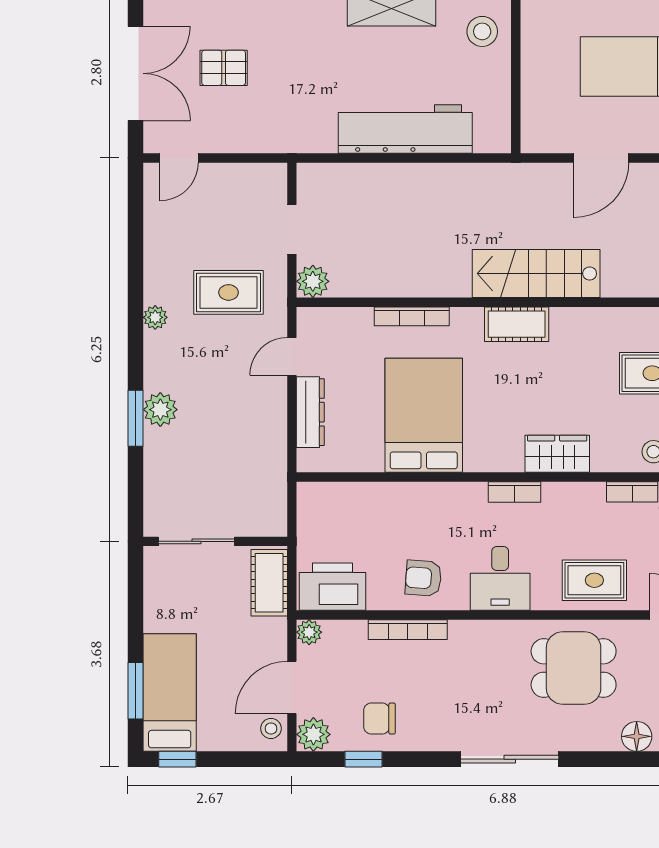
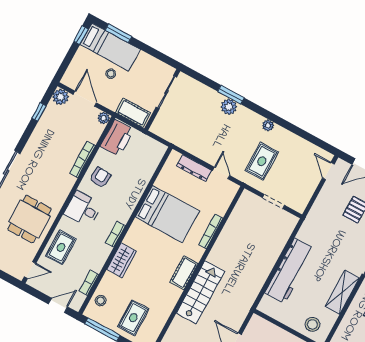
plant: (313, 281) -> (247, 198), removed
chair: (380, 719) -> (52, 128), removed
stool: (271, 728) -> (111, 74), moved

